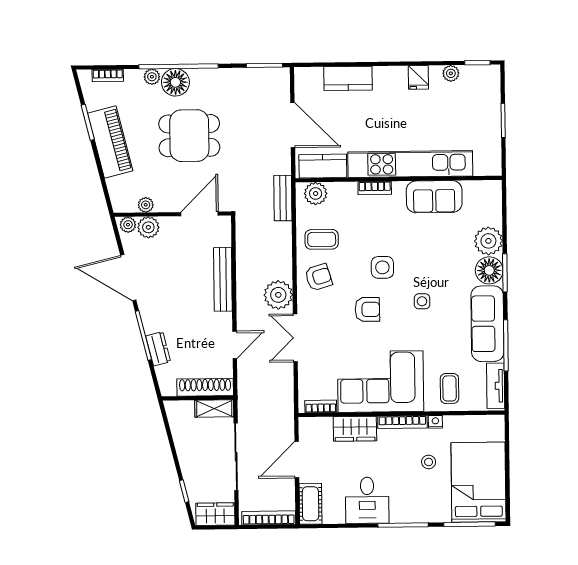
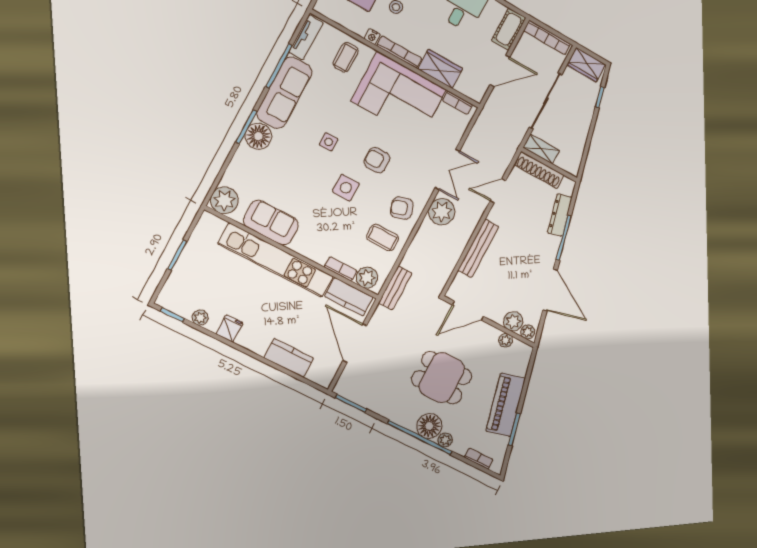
bookcase: (375, 188) -> (341, 269), moved
plant: (488, 241) -> (224, 200), moved
dresser: (158, 349) -> (560, 215), width x1.44

